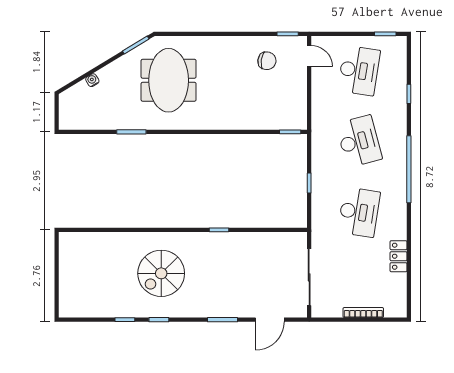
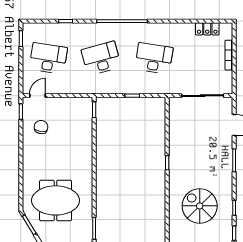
locker: (399, 256) -> (207, 29), moved
spiral stairs: (161, 273) -> (200, 206), turned 180

